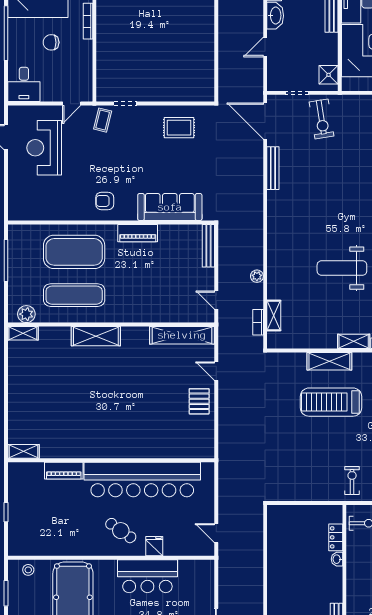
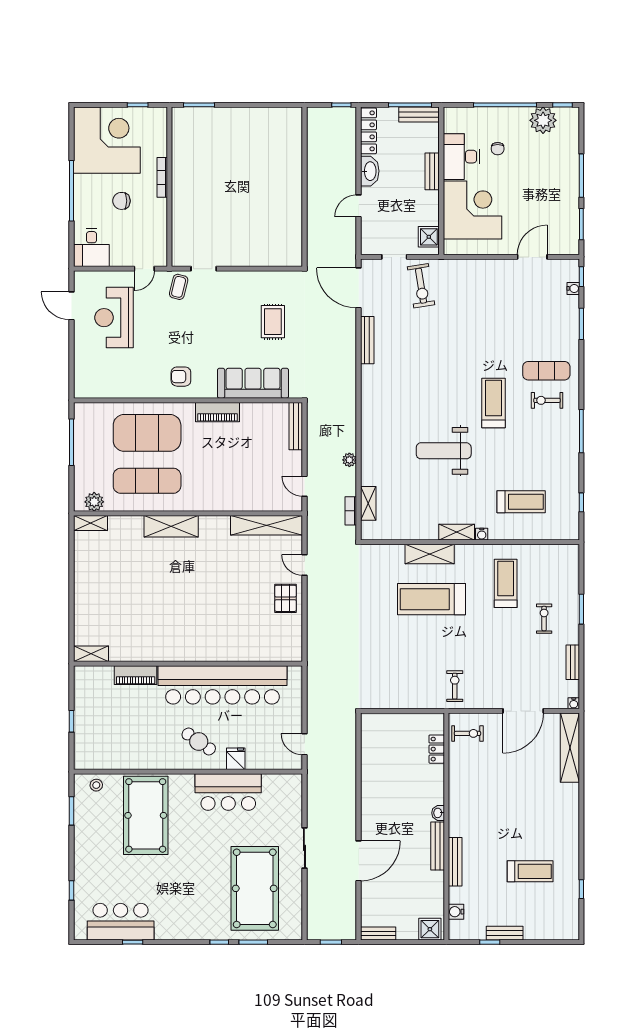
rug: (179, 128) -> (273, 322), moved, turned 90
washbasin: (337, 559) -> (438, 813), moved

